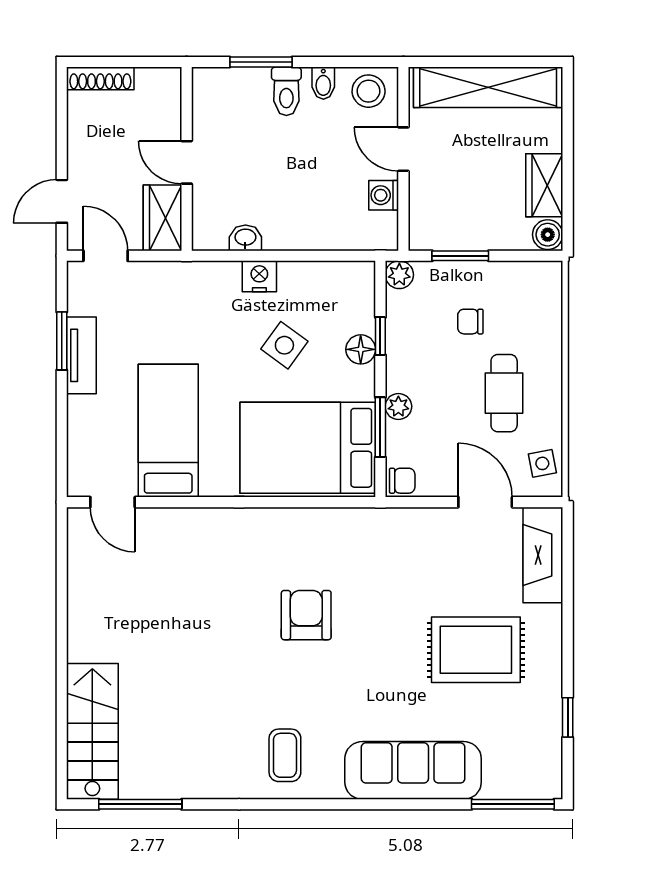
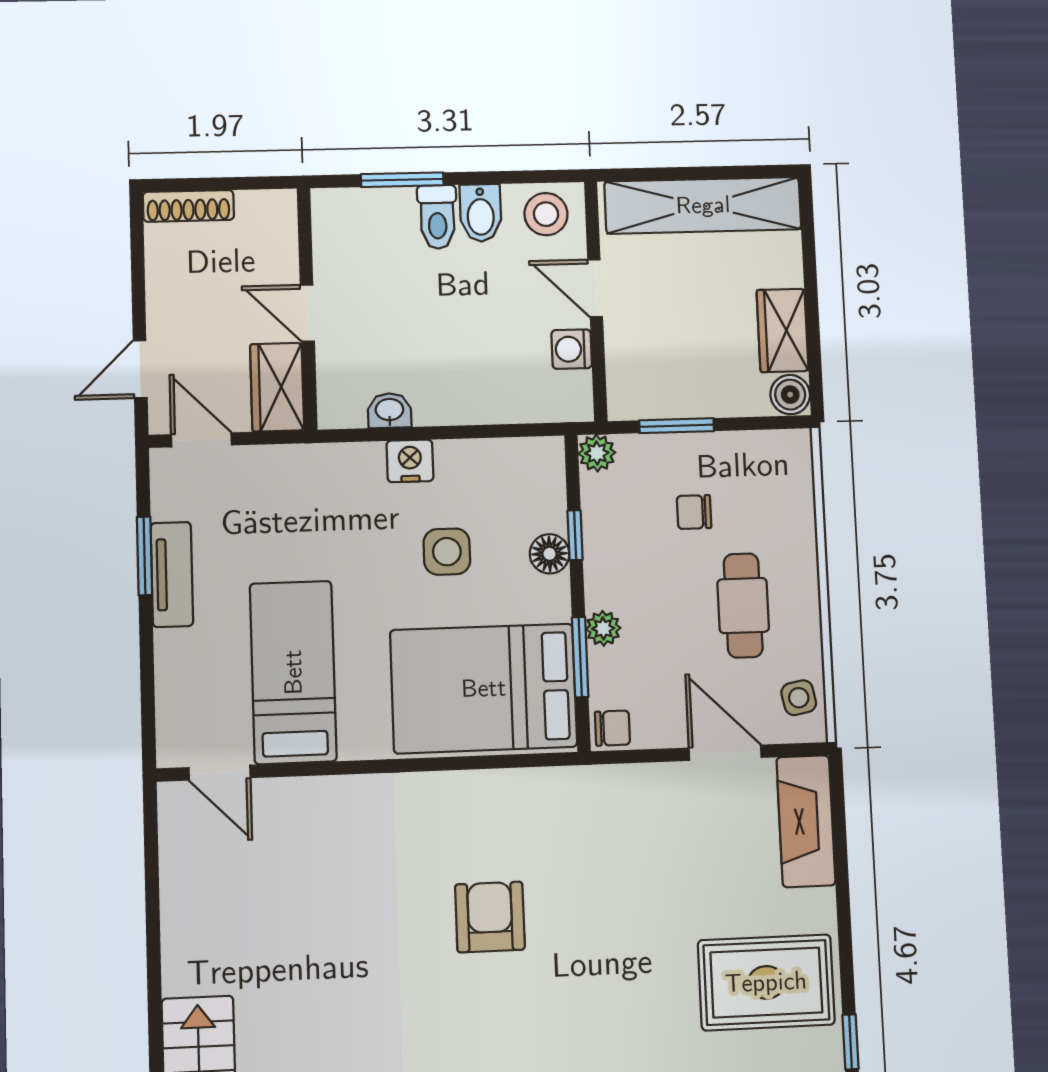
bidet: (323, 83) -> (481, 213), width x1.38, depth x1.36
side table: (284, 345) -> (447, 552), turned -36
rug: (476, 650) -> (766, 982), moved

